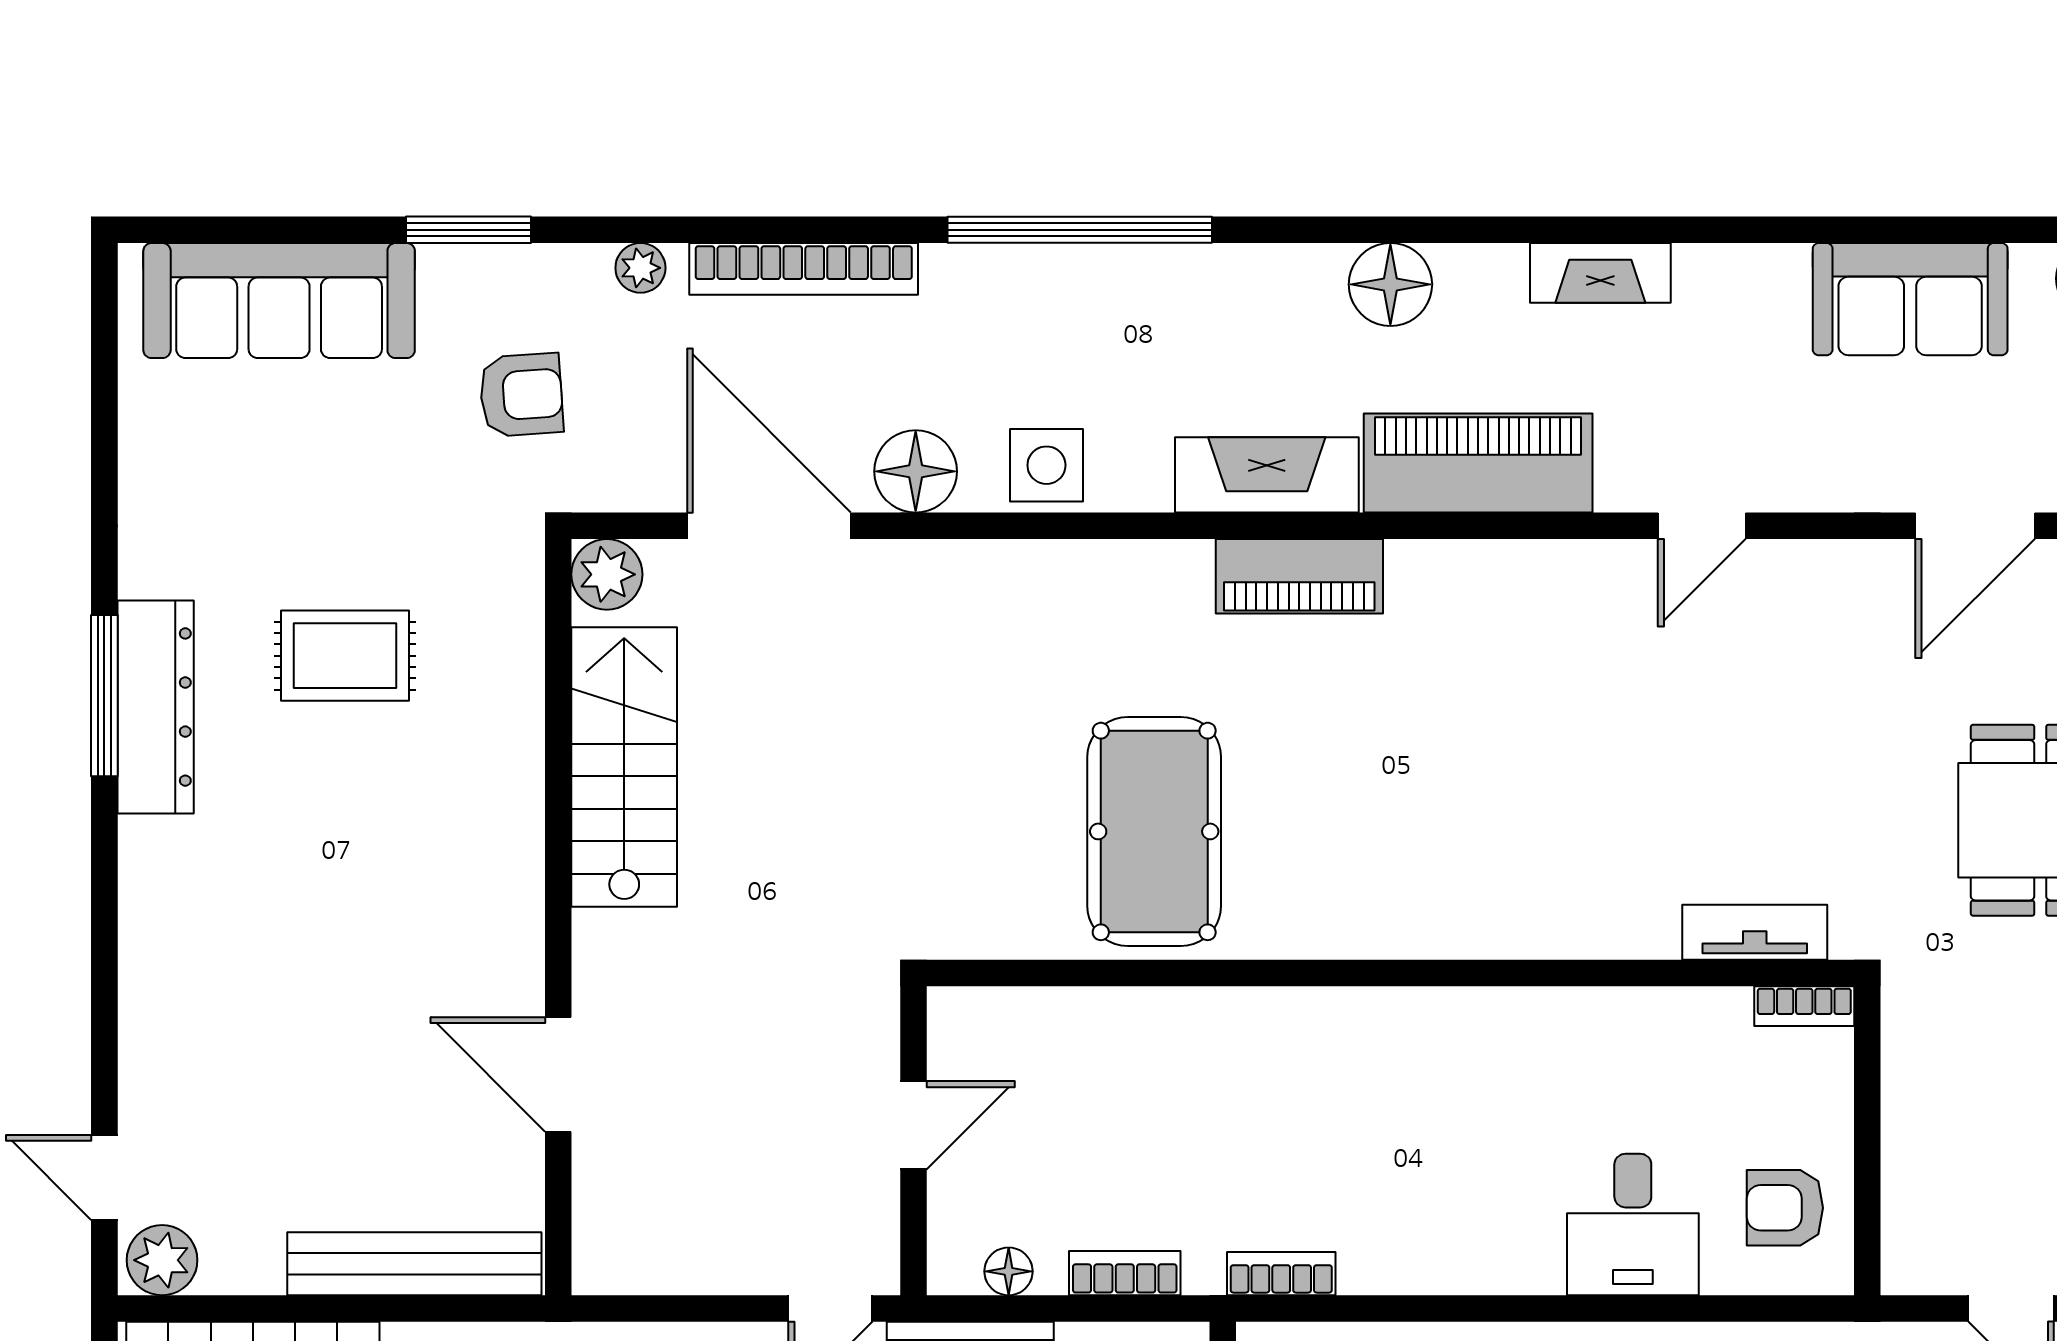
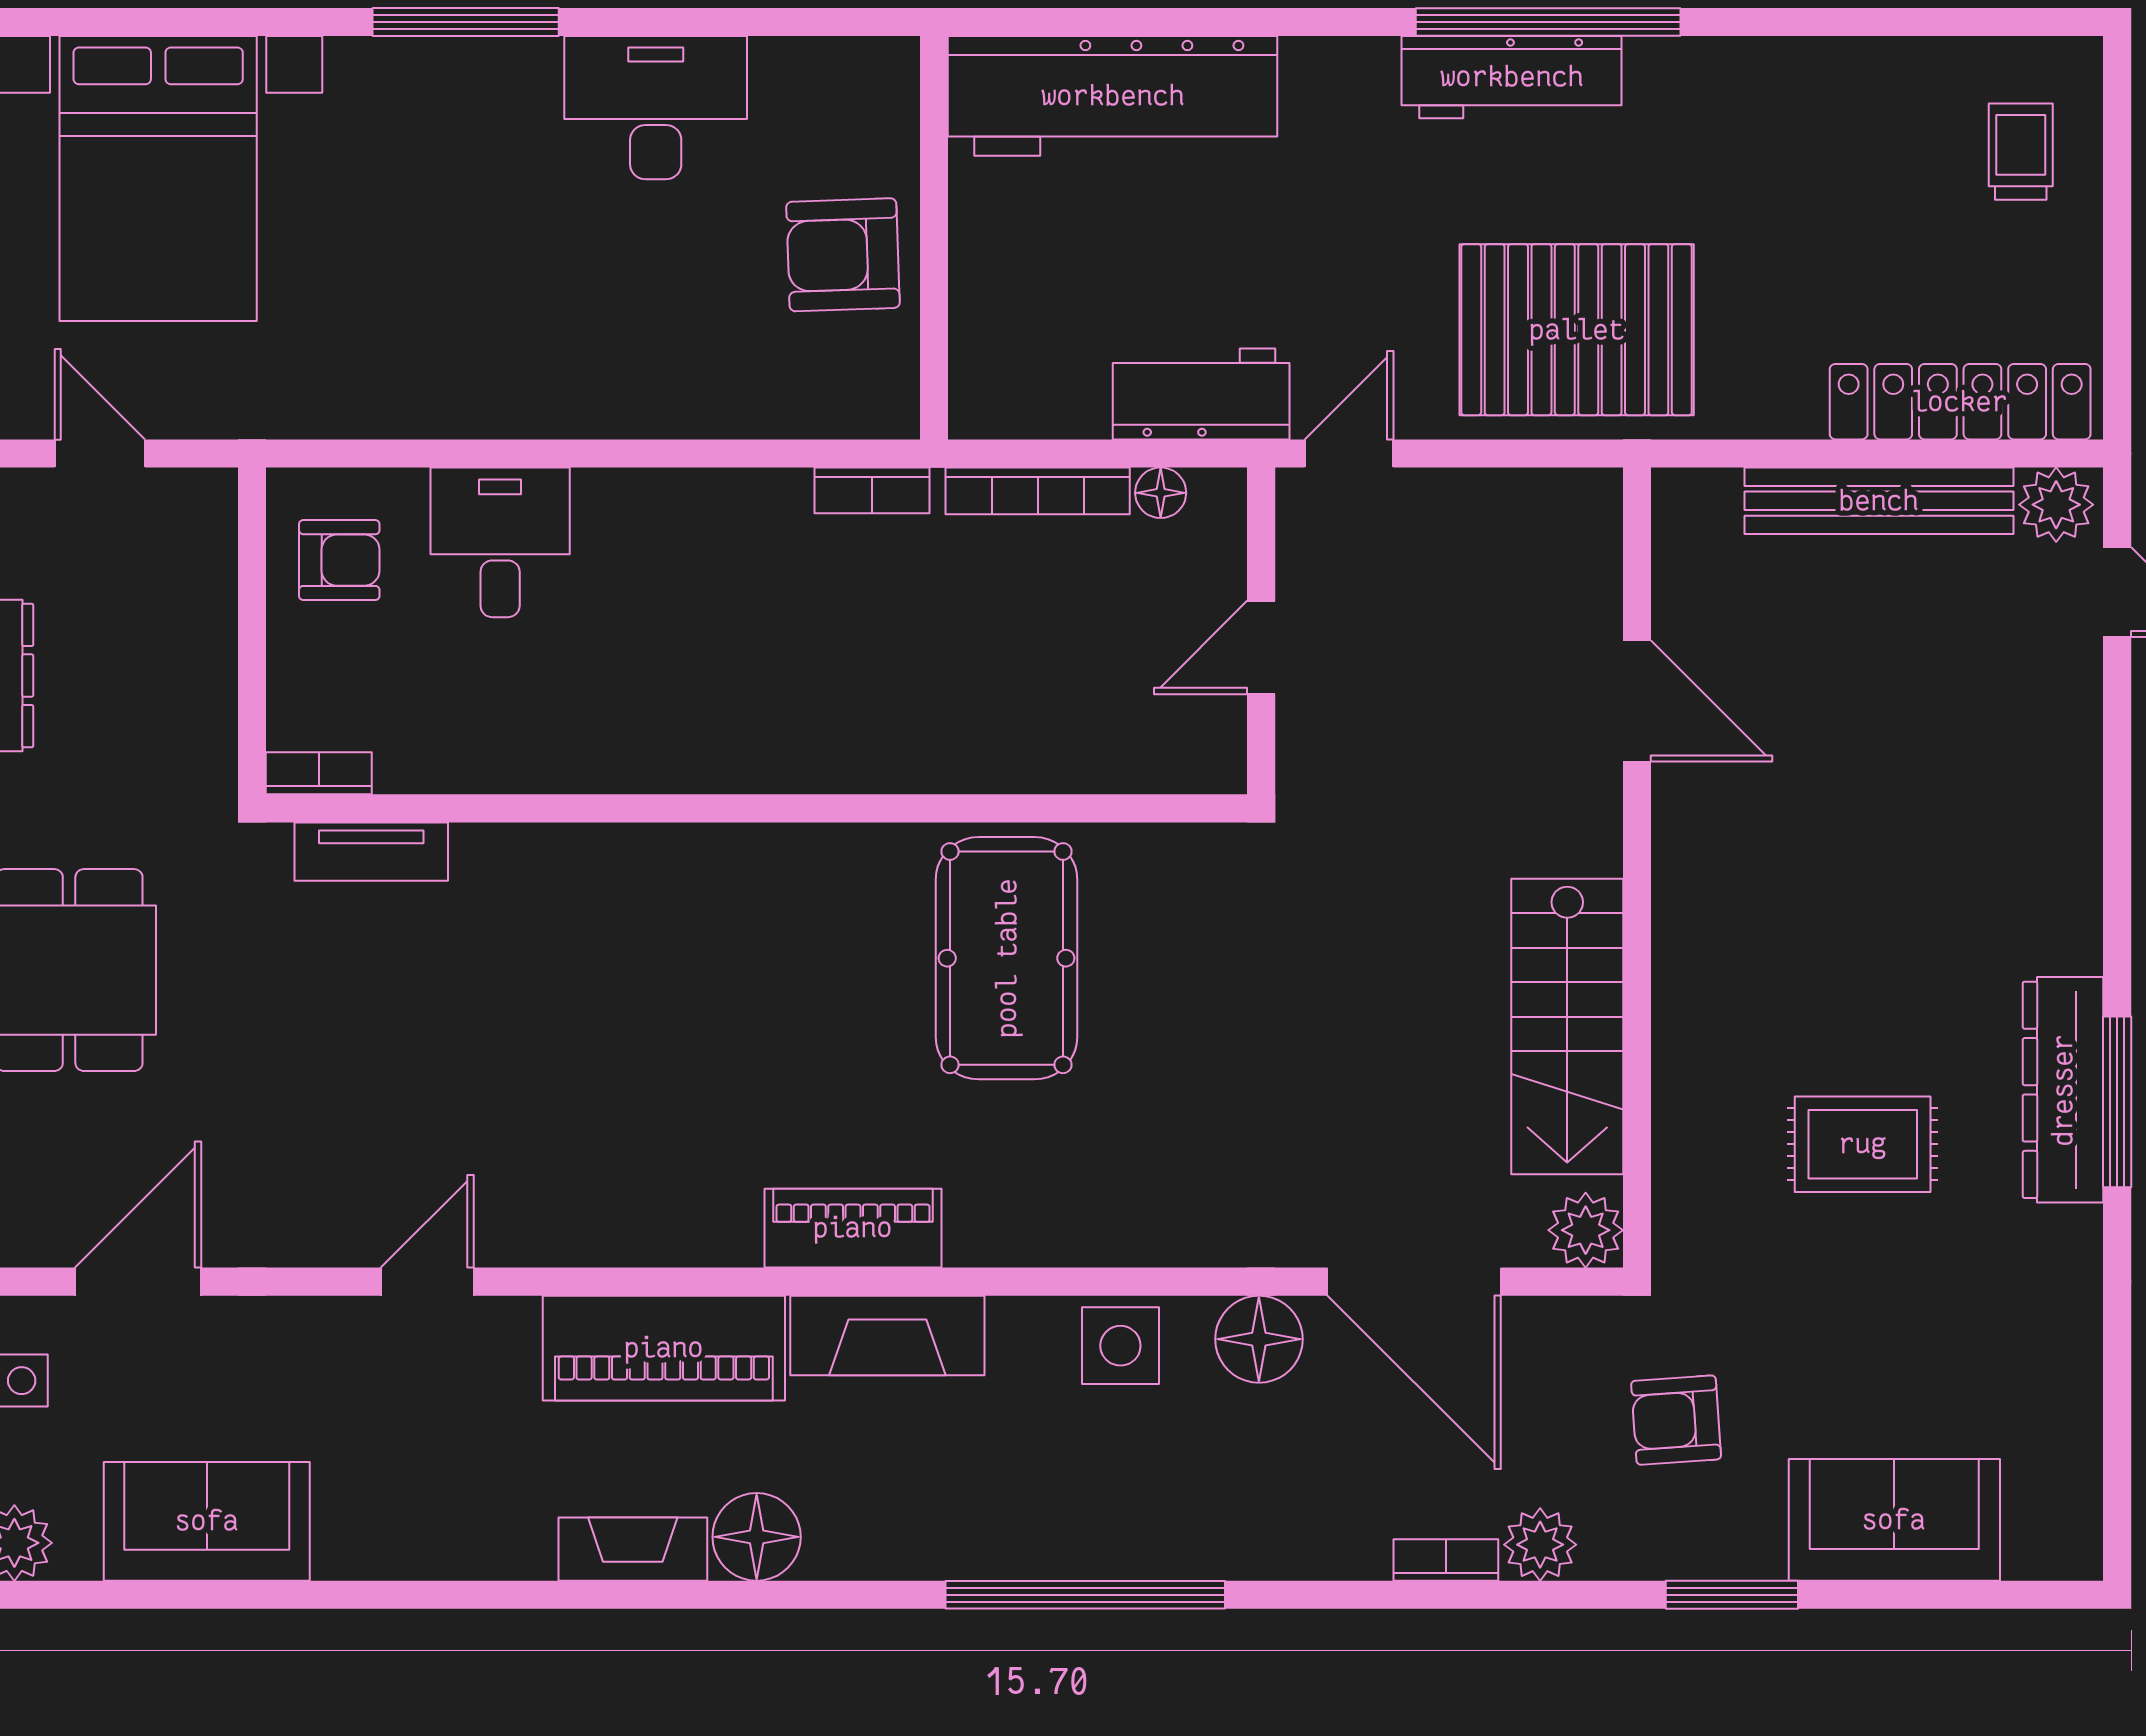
plant: (640, 268) -> (1540, 1545), width x1.38, depth x1.38
bookcase: (804, 269) -> (1446, 1560), width x0.43, depth x0.76
fireplace: (1600, 273) -> (633, 1549), moved
sofa: (279, 301) -> (1894, 1520), width x0.73
bench: (414, 1264) -> (1879, 501), moved
bookcase: (1125, 1273) -> (1038, 491), width x1.56

